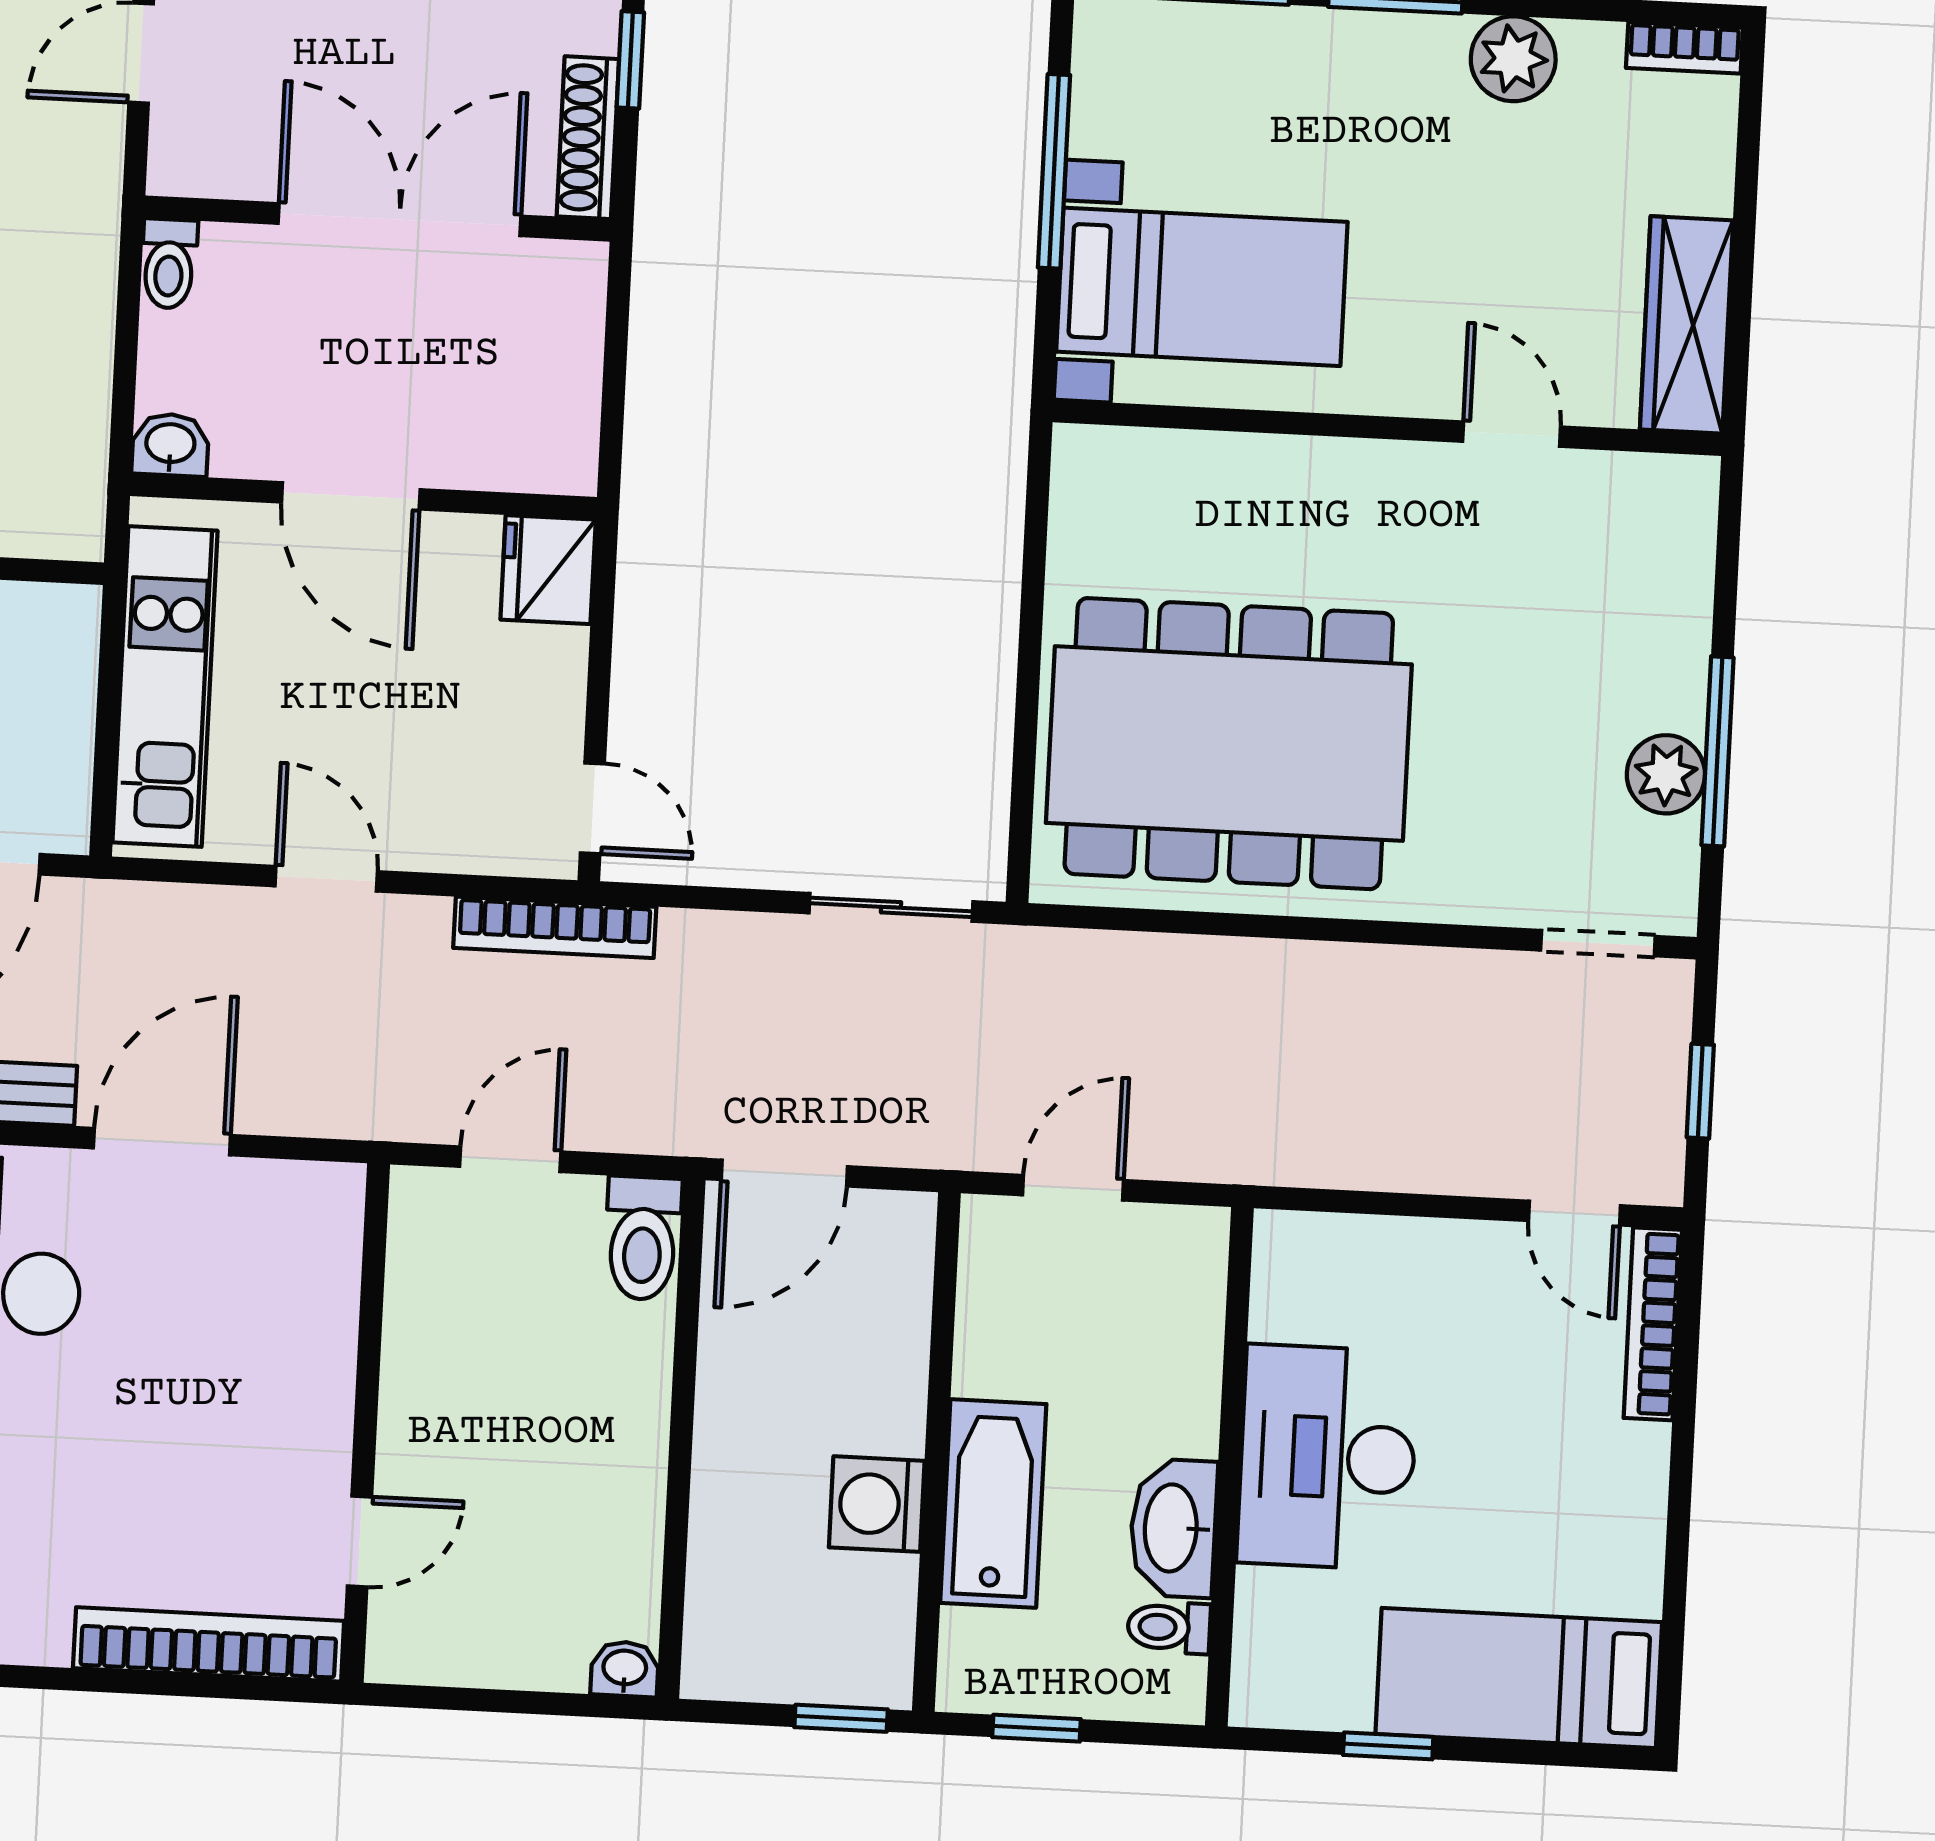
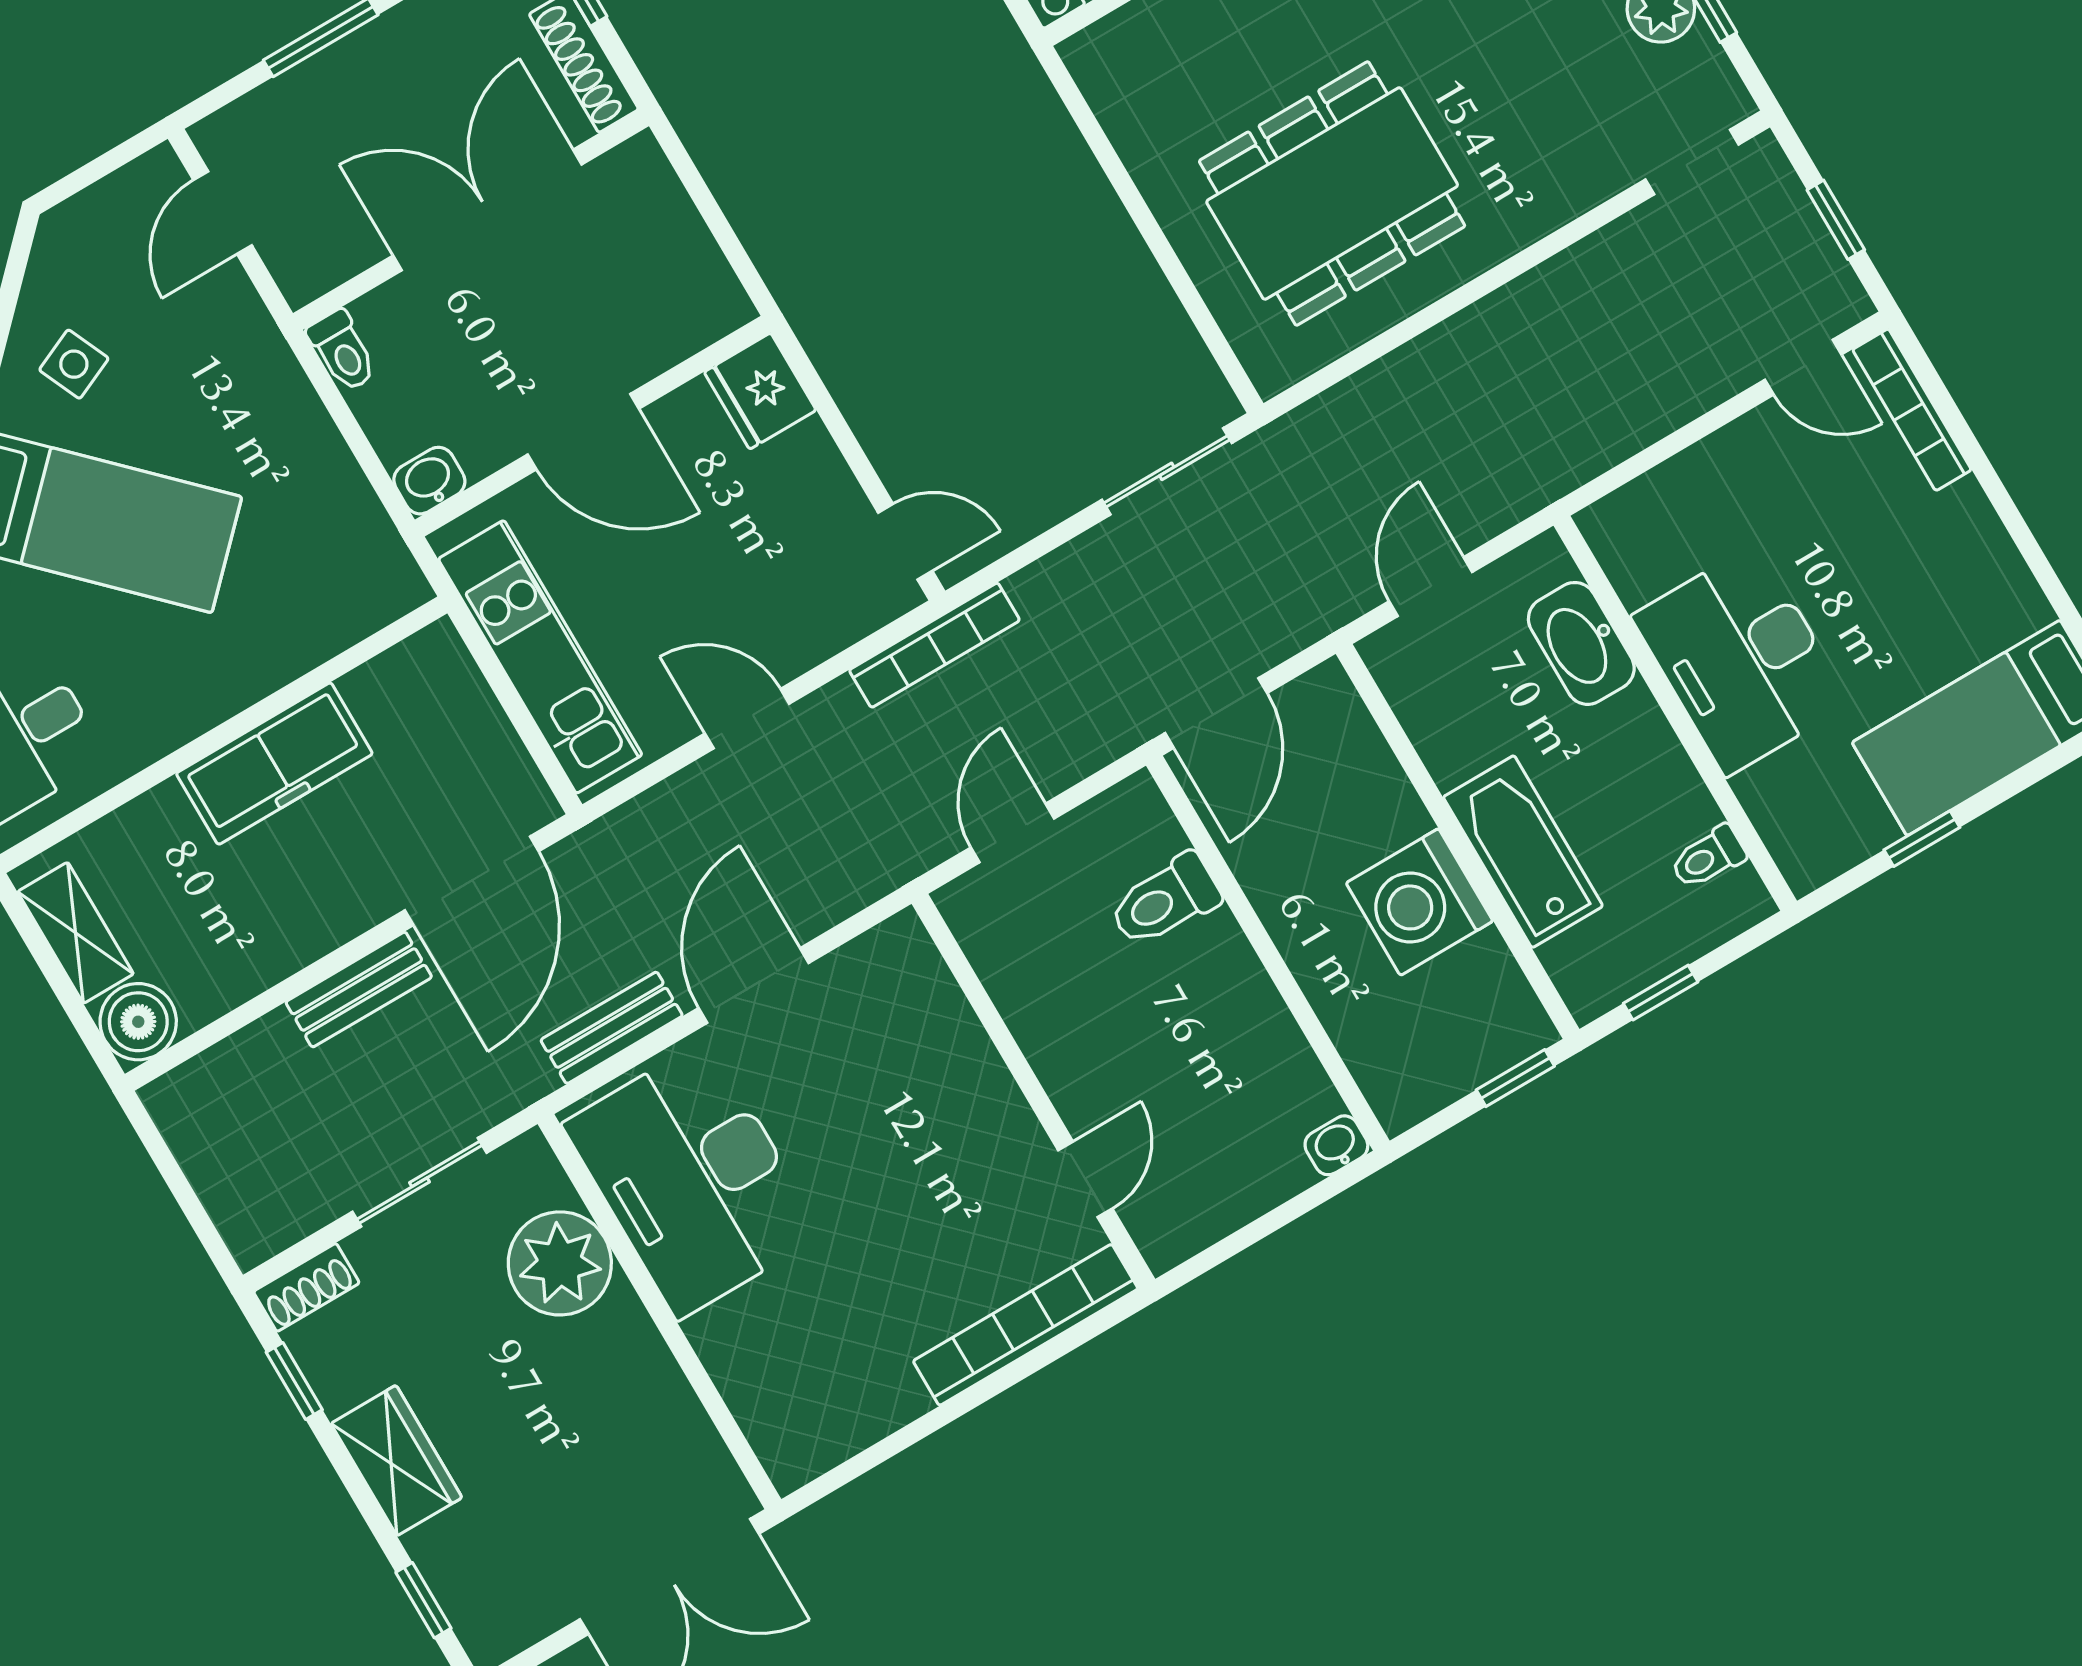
dining table: (1229, 744) -> (1332, 193), width x0.73, depth x0.80
toilet: (643, 1238) -> (1165, 901), moved, turned 90
washing machine: (877, 1504) -> (1419, 902), width x1.37, depth x1.37
washbasin: (1173, 1528) -> (1581, 643), moved

